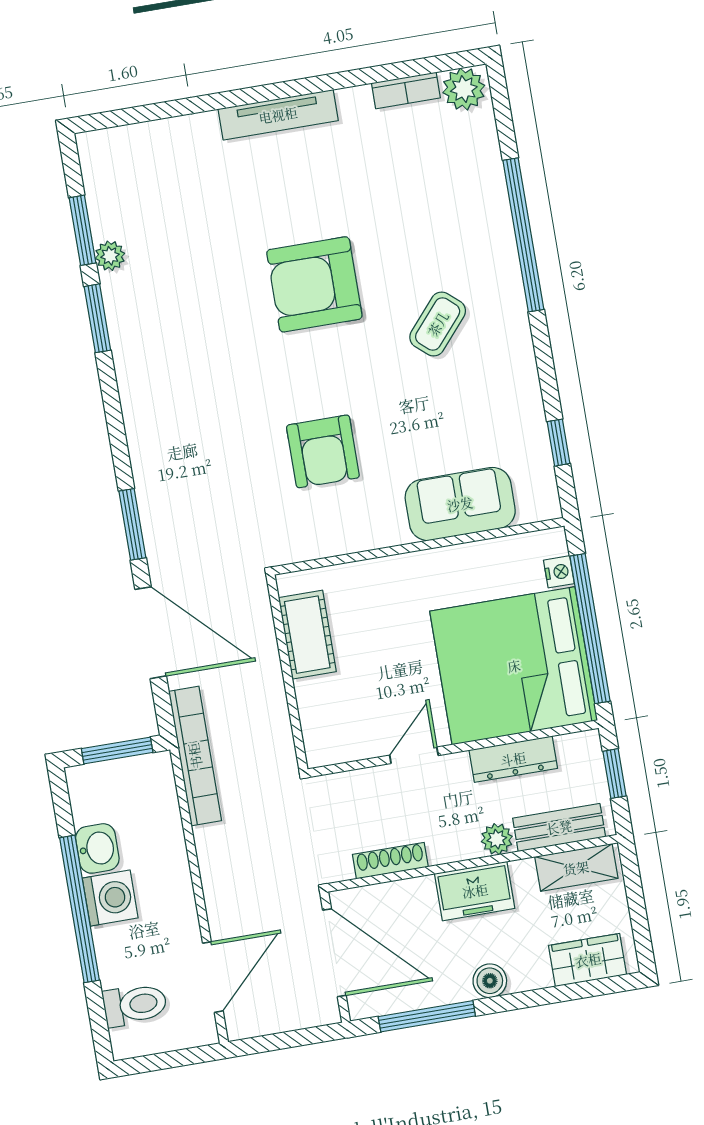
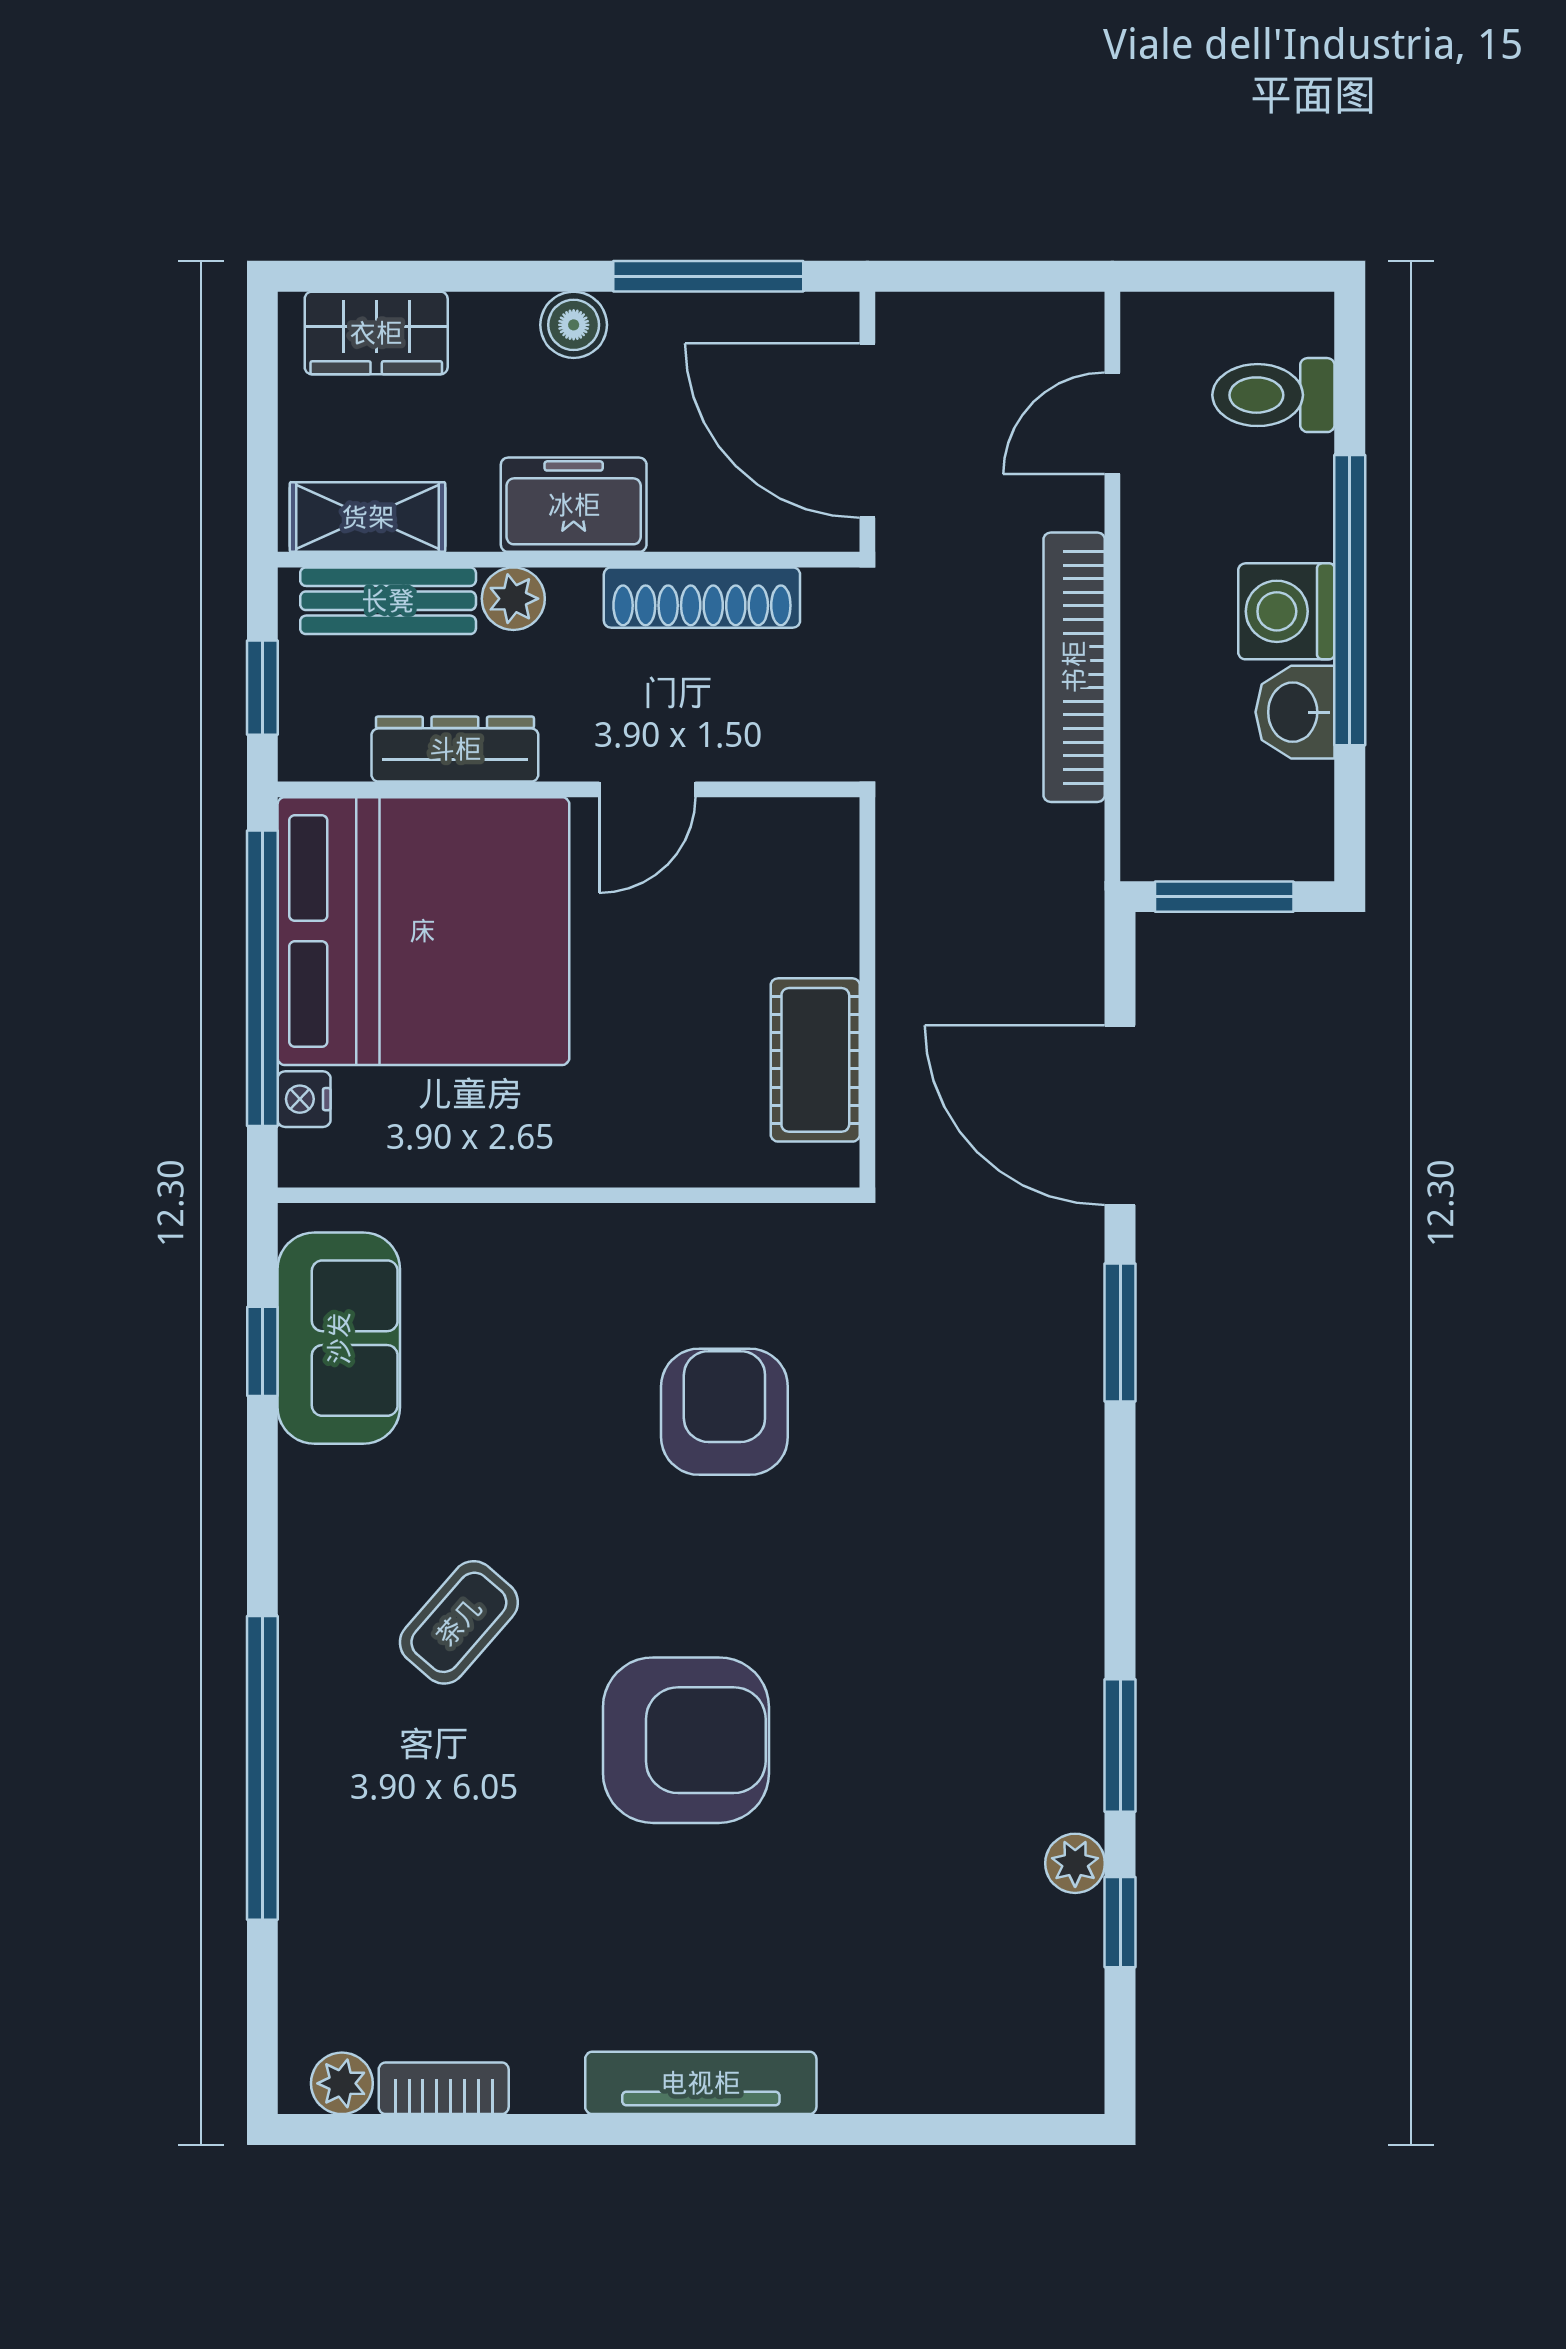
plant: (464, 89) -> (342, 2083), width x0.73, depth x0.73
window: (83, 230) -> (1120, 1922), width x0.67
sofa: (460, 504) -> (339, 1338), moved, turned -90
bookcase: (195, 756) -> (1074, 667), moved
shoe rack: (390, 861) -> (702, 598), width x1.36, depth x1.24
door: (213, 977) -> (1112, 423), width x0.73

